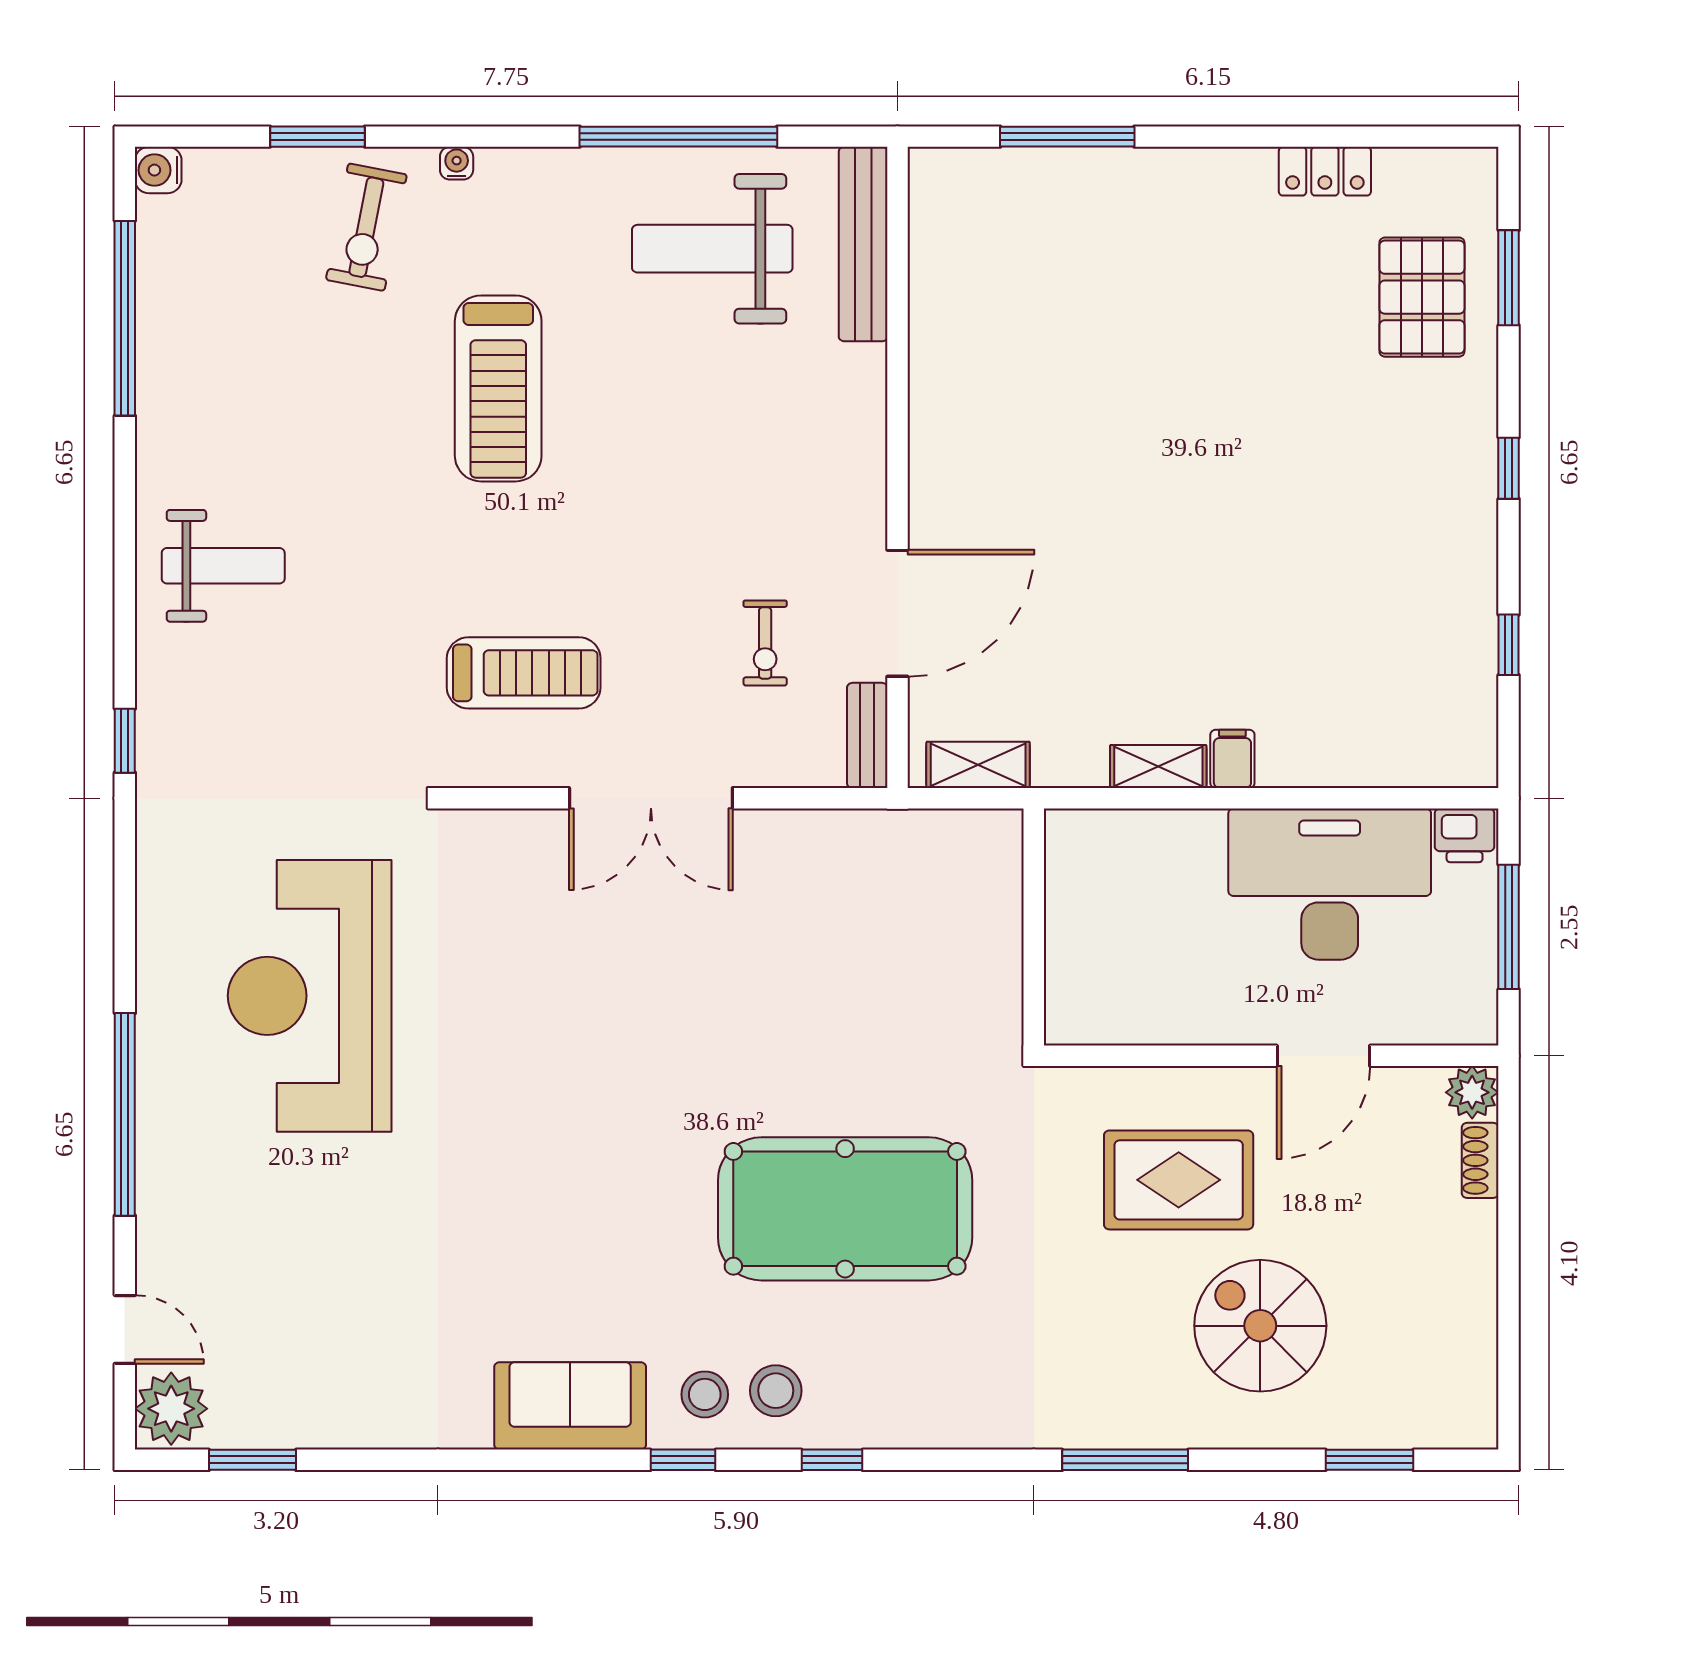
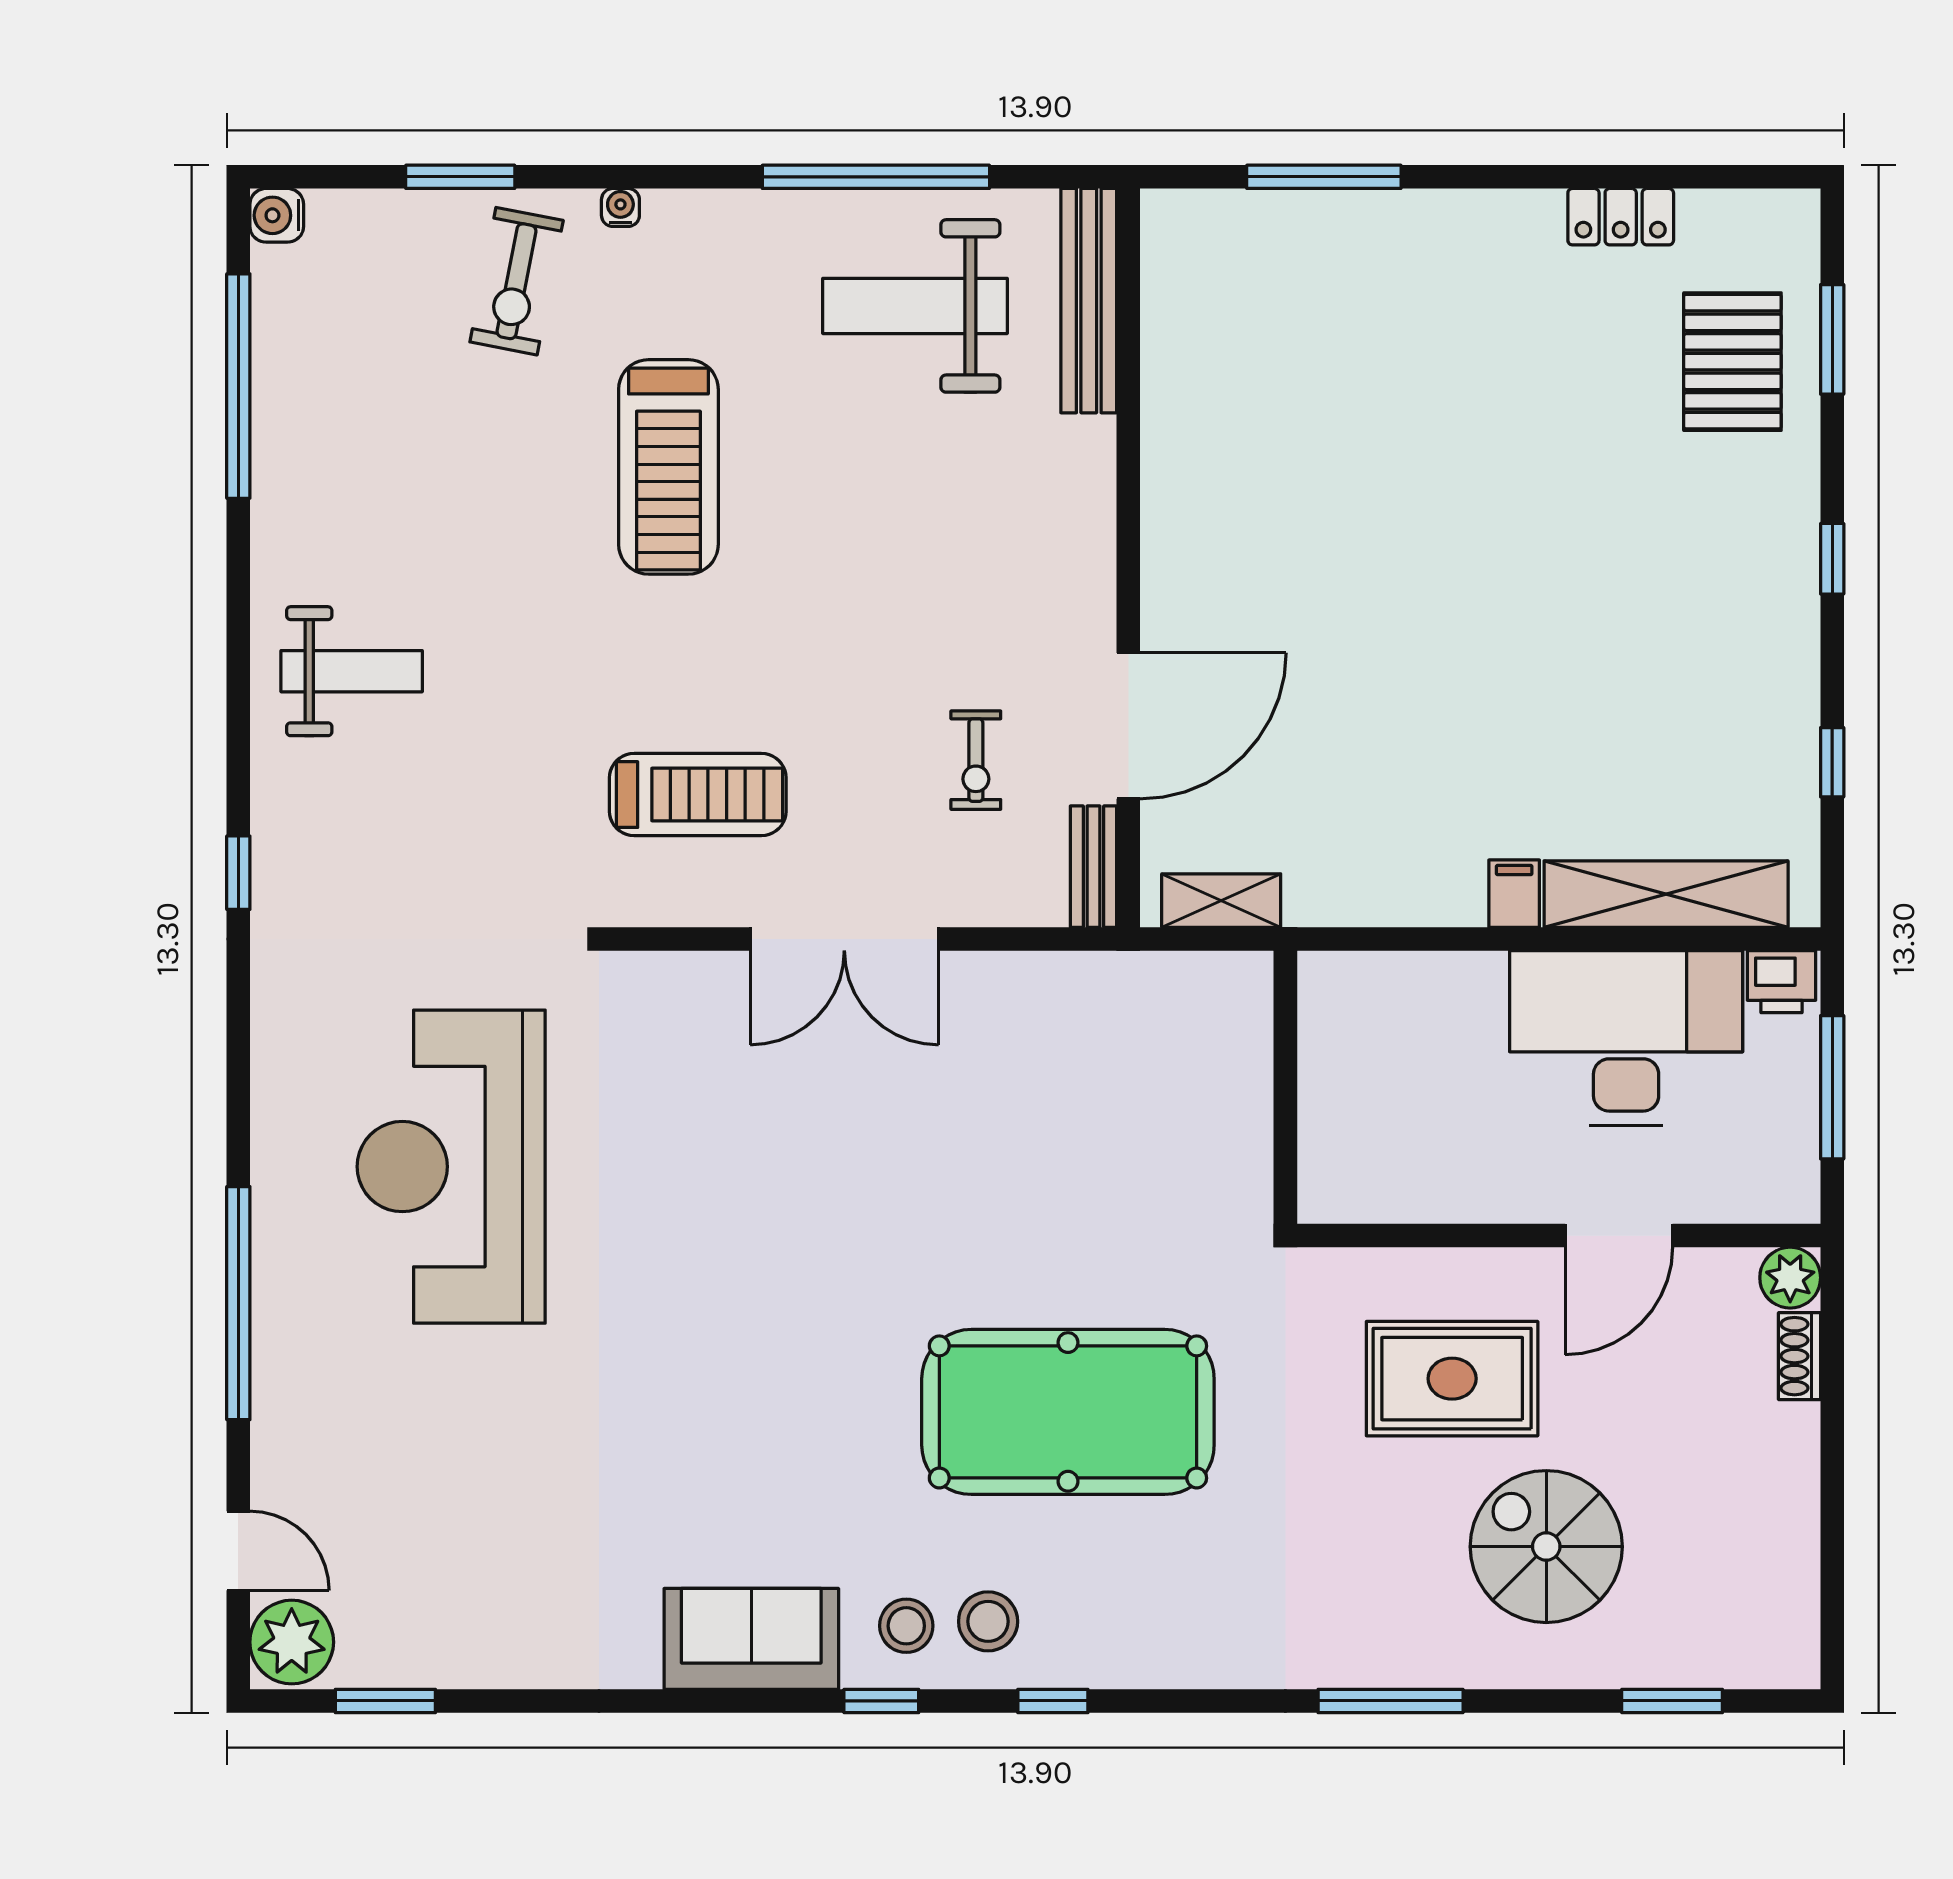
shelving: (1158, 766) -> (1666, 894), moved, width x2.20, depth x1.33

